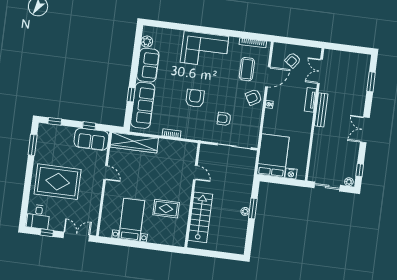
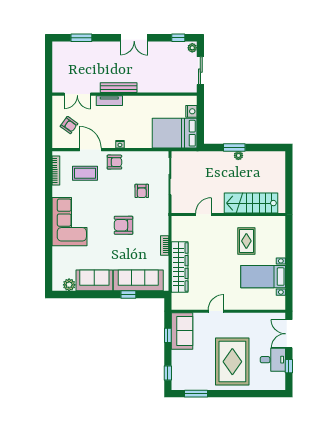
armchair: (254, 97) -> (114, 162), turned -60
wardrobe: (134, 143) -> (180, 267), moved
desk: (38, 217) -> (273, 360), moved

